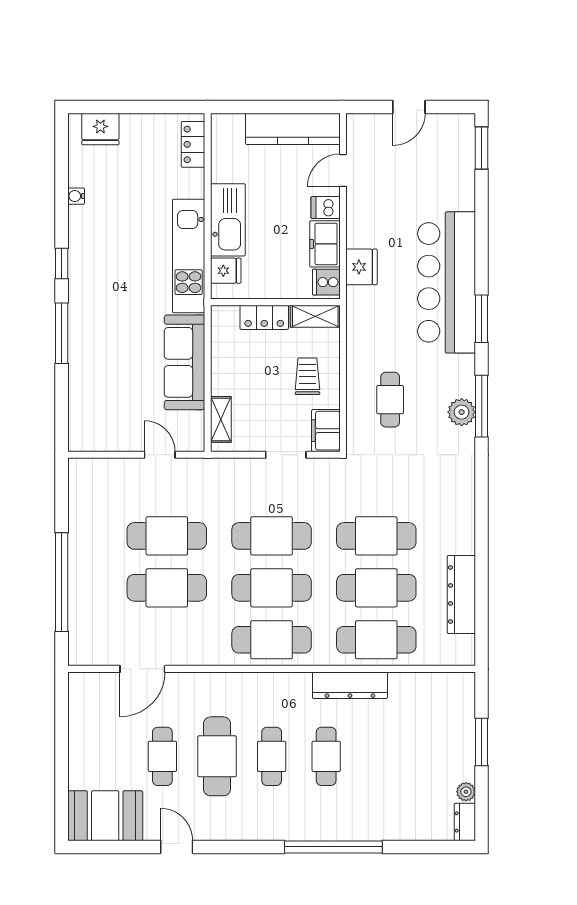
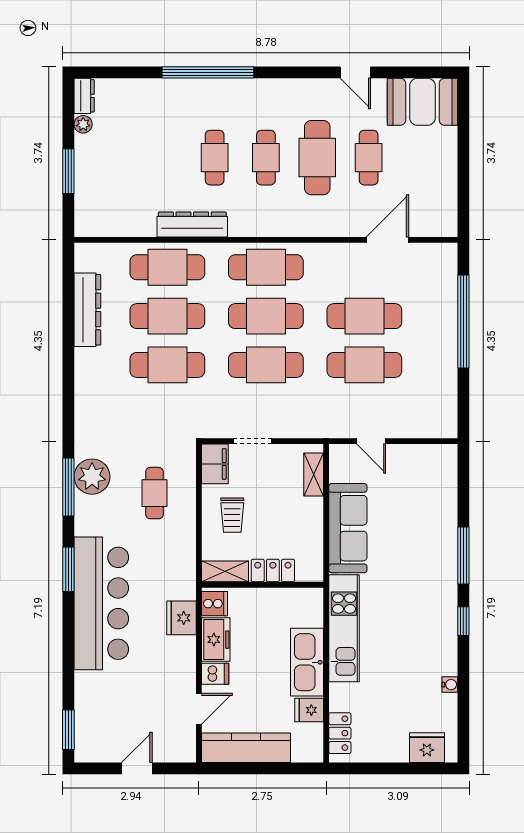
fridge: (226, 271) -> (309, 710), moved
plant: (462, 412) -> (92, 477), width x1.36, depth x1.36

